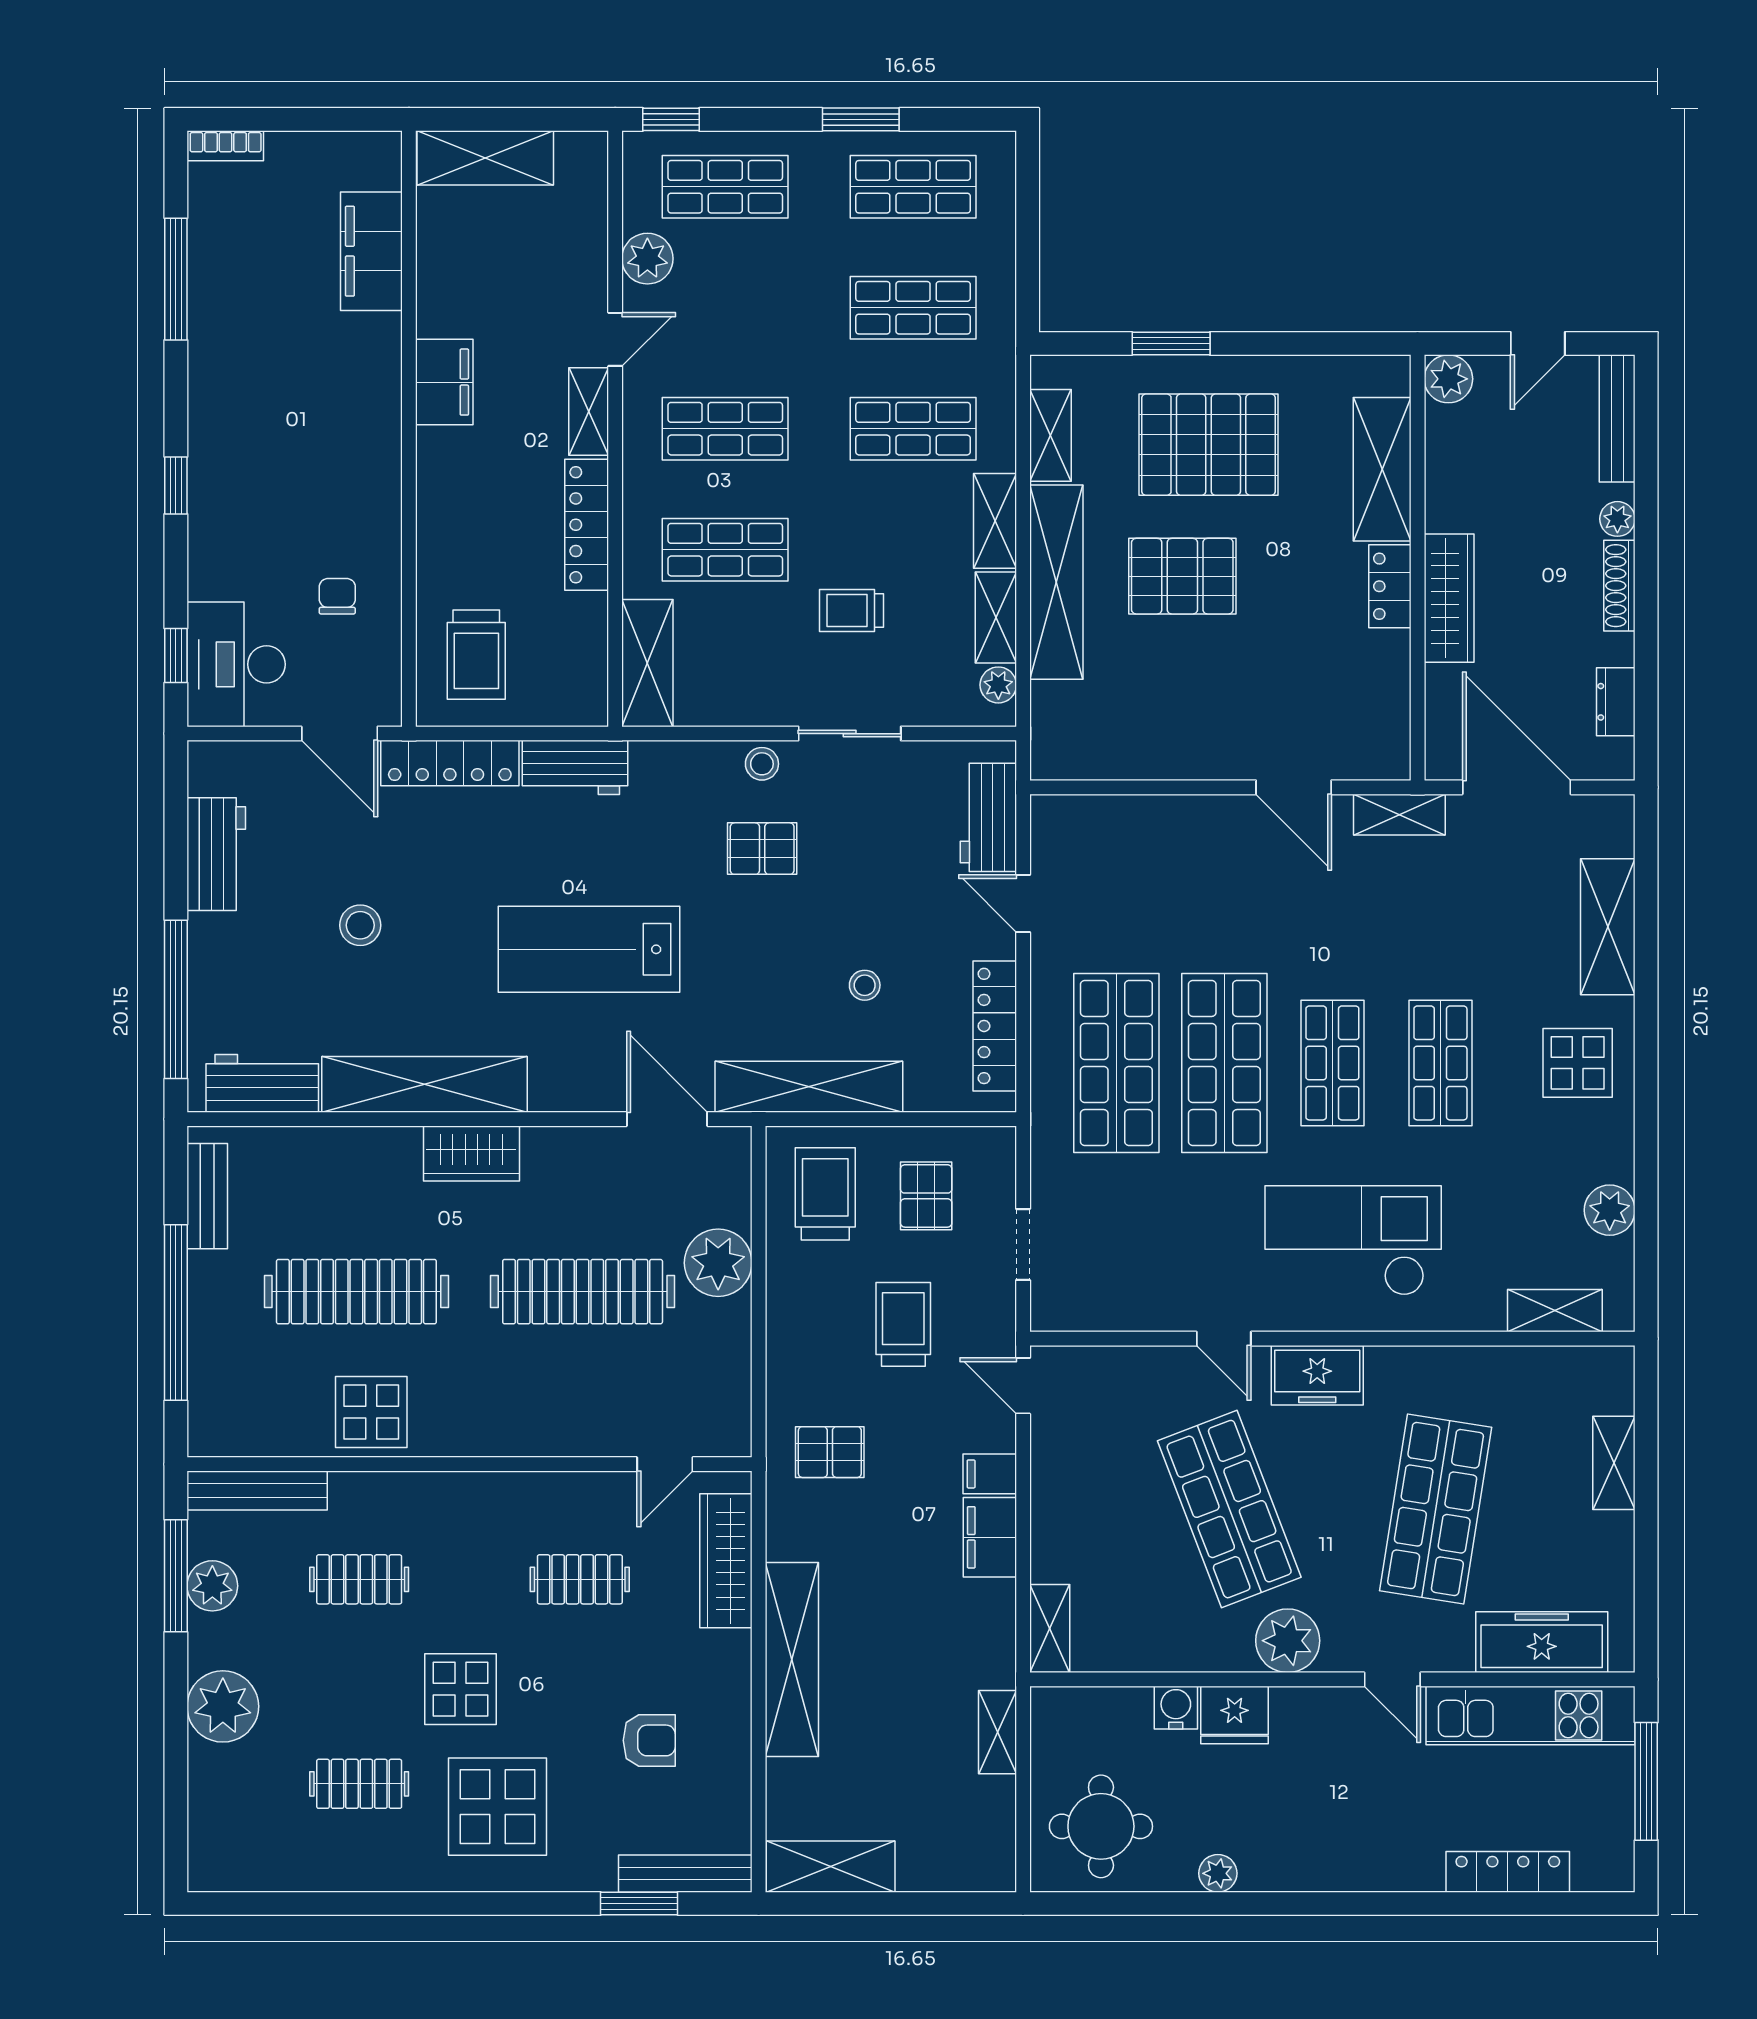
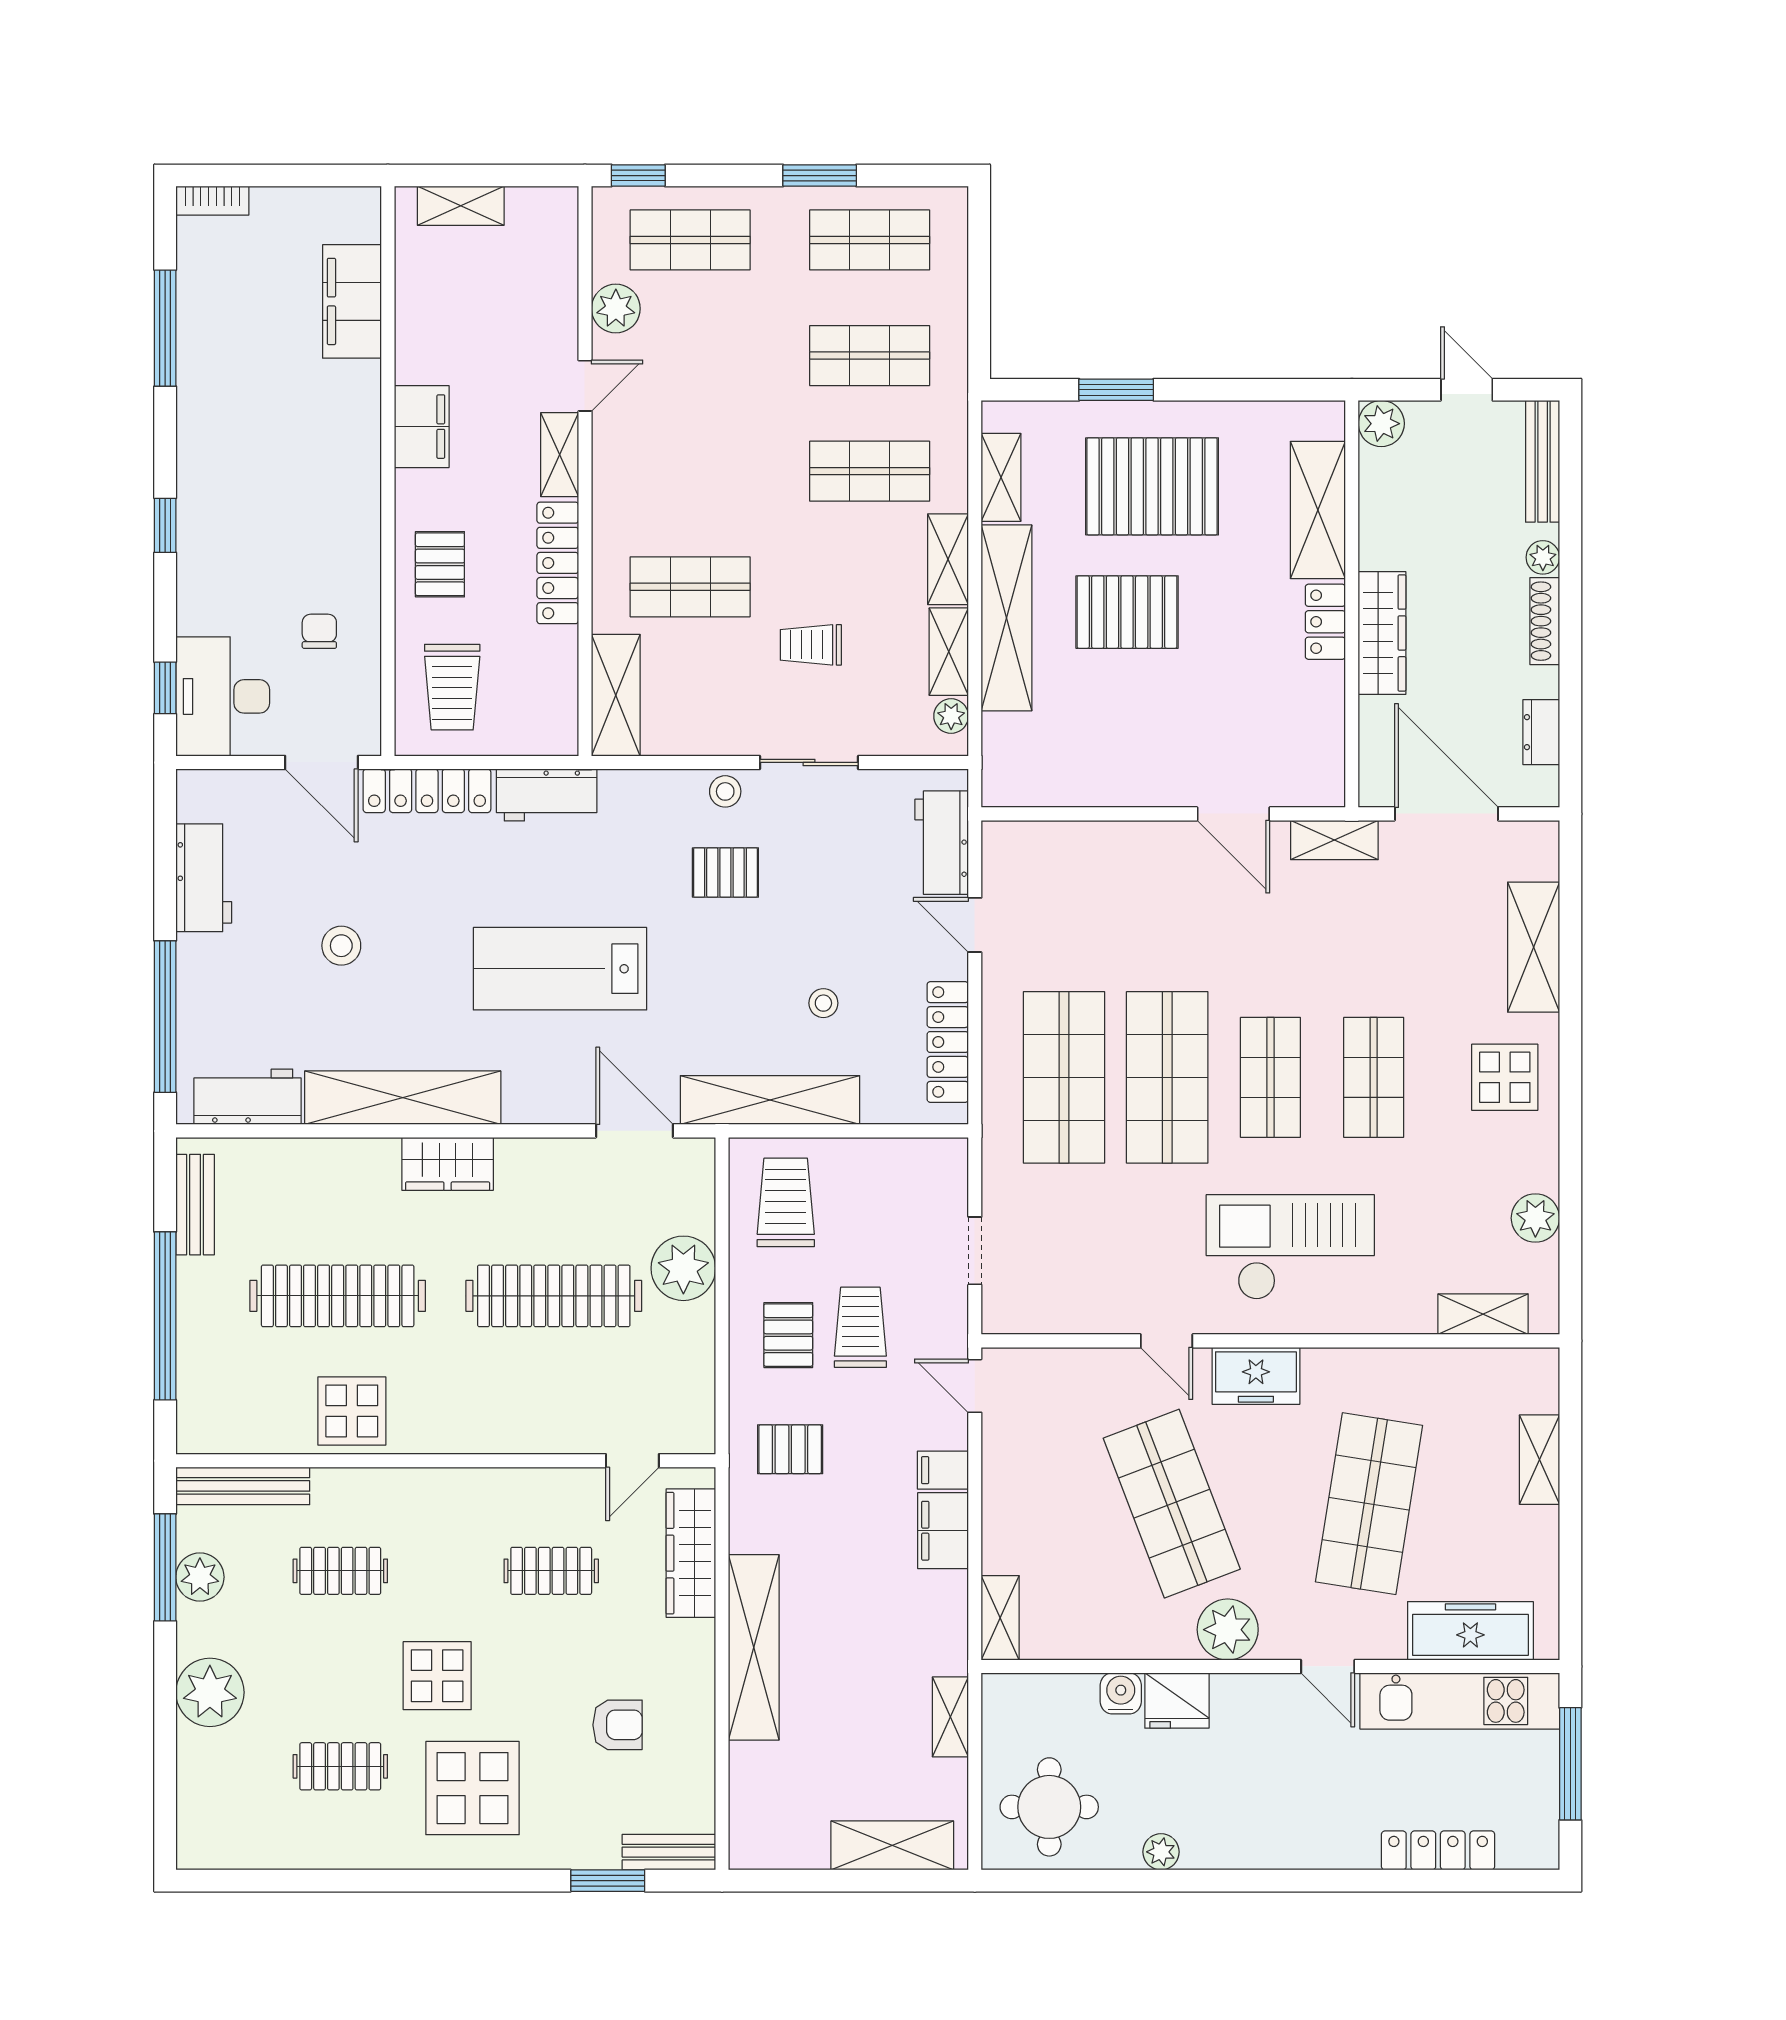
shelving: (485, 158) -> (461, 206), width x0.67, depth x0.75
door: (1538, 344) -> (1467, 390), swing flipped
shop shelf: (725, 429) -> (690, 471), removed
pallet: (463, 526) -> (440, 564), added
pallet: (926, 1196) -> (788, 1335), moved
shelving: (831, 1867) -> (892, 1845), moved
bench: (685, 1874) -> (669, 1852), width x0.73

